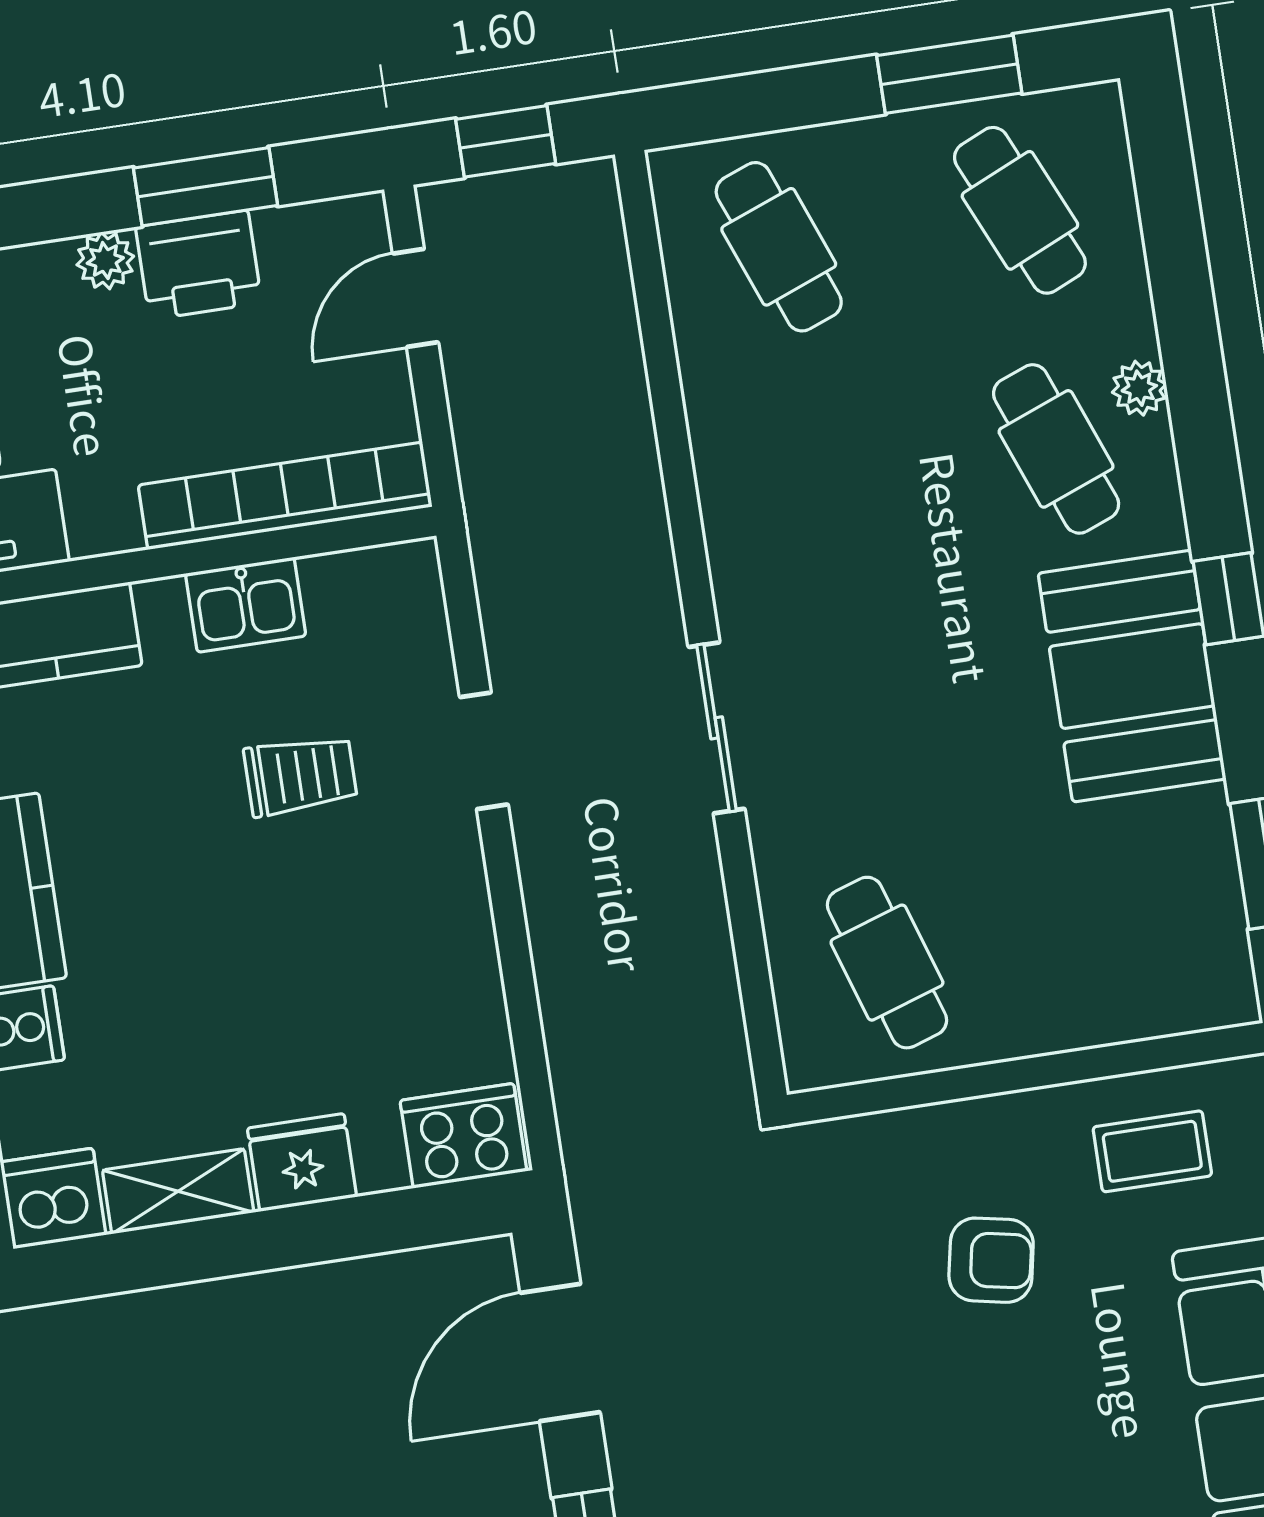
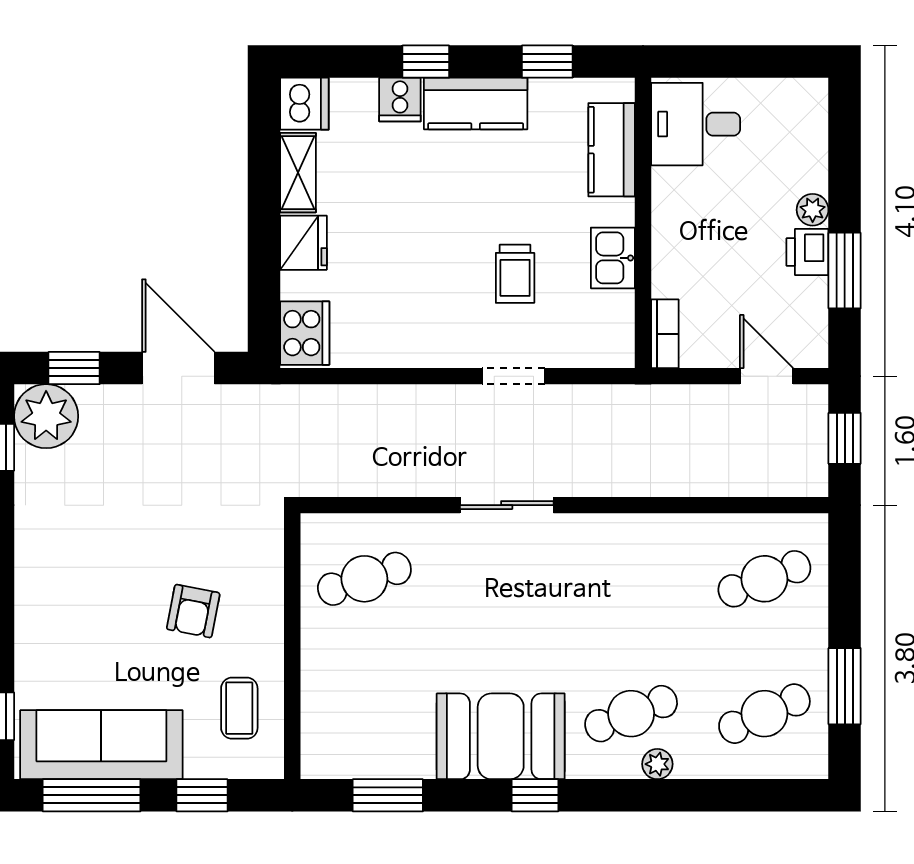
printer: (199, 265) -> (807, 252), width x0.73, depth x0.81
bookcase: (285, 496) -> (665, 334), width x0.43, depth x0.76

